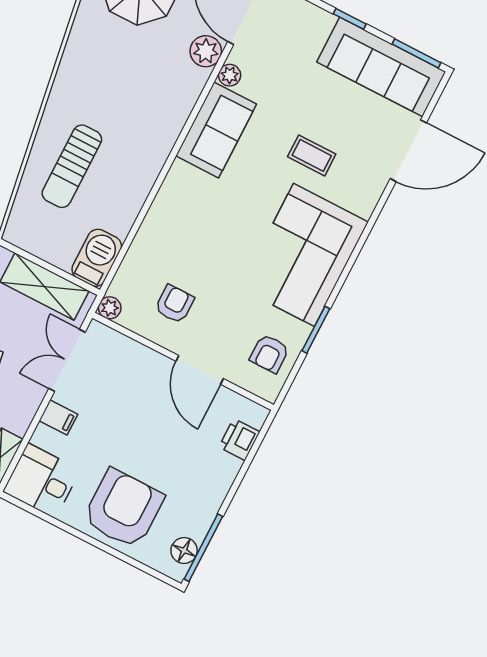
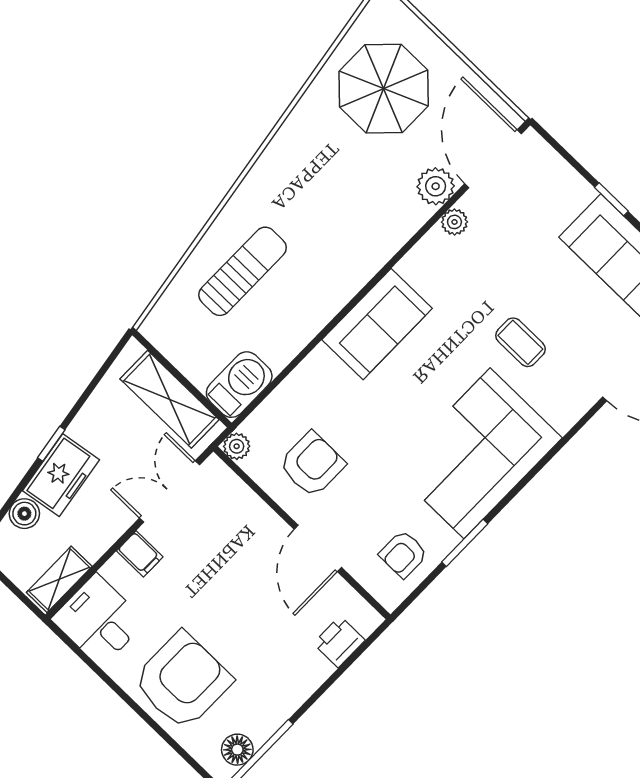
sofa: (216, 130) -> (377, 324), moved
sun lounger: (72, 166) -> (243, 271), turned 180
armchair: (175, 304) -> (312, 464), width x1.38, depth x1.38

